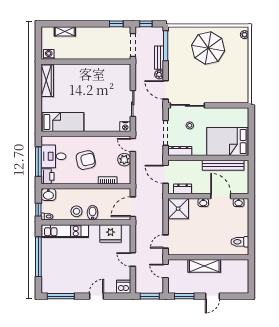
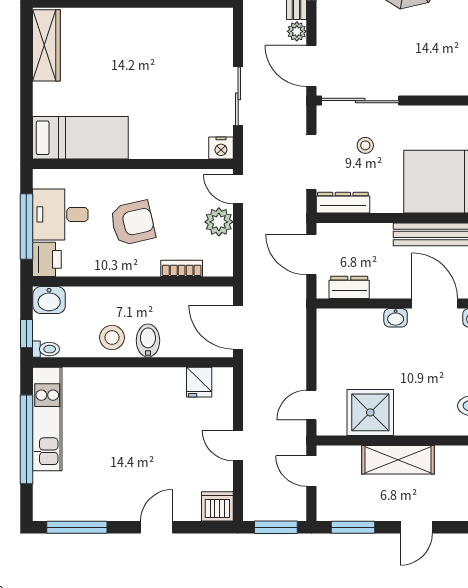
door: (133, 207) -> (238, 327), hinge flipped
shower: (178, 209) -> (370, 412), moved
kitchen unit: (65, 231) -> (47, 419), moved, turned -90
fridge: (110, 233) -> (199, 382), width x0.53, depth x0.75

